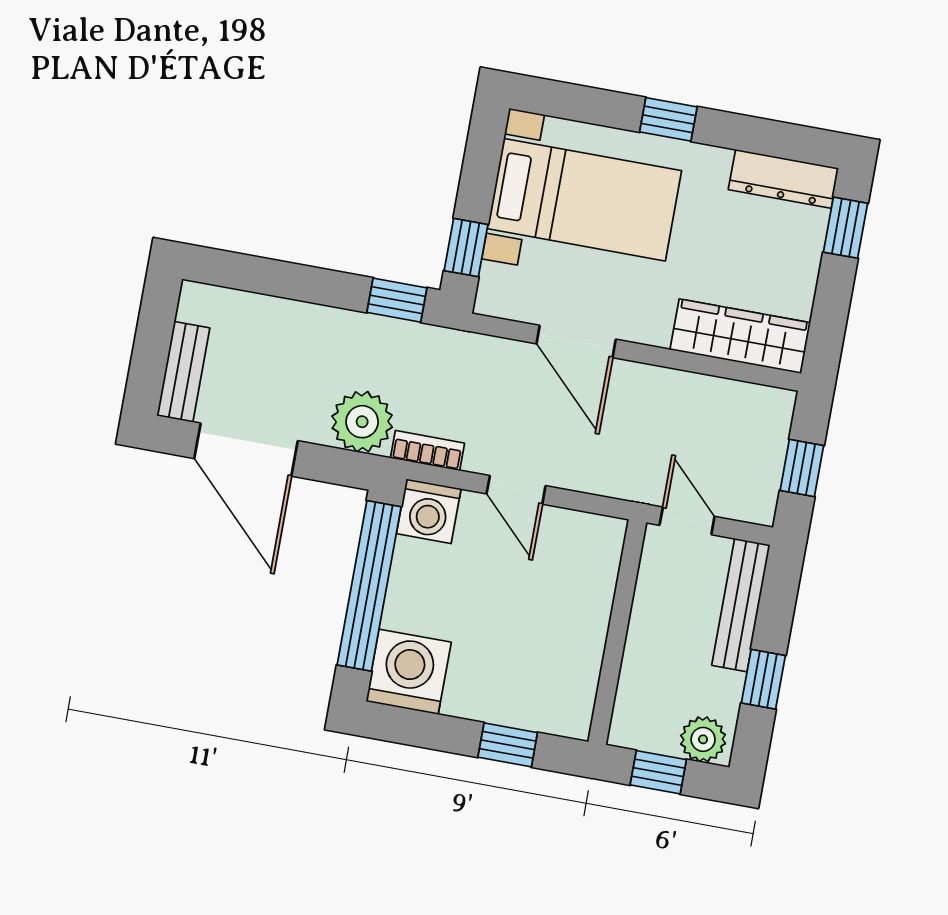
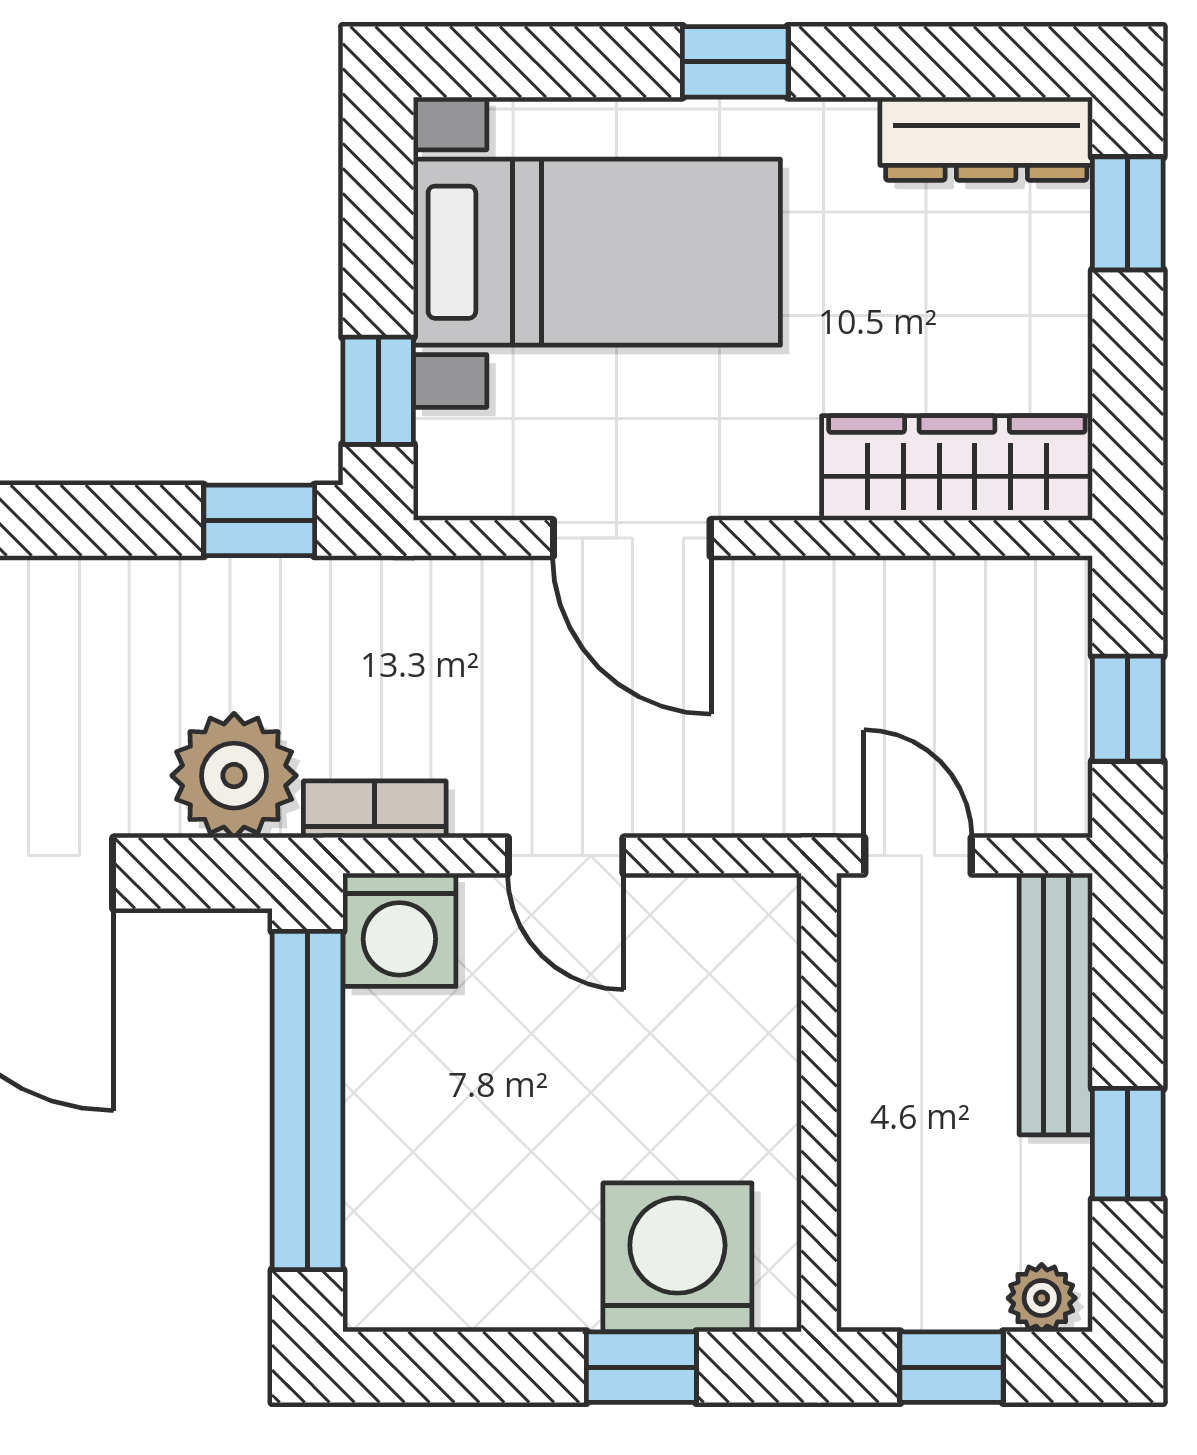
washing machine: (409, 672) -> (677, 1257), moved
plant: (703, 739) -> (1042, 1298), width x0.73, depth x0.73

